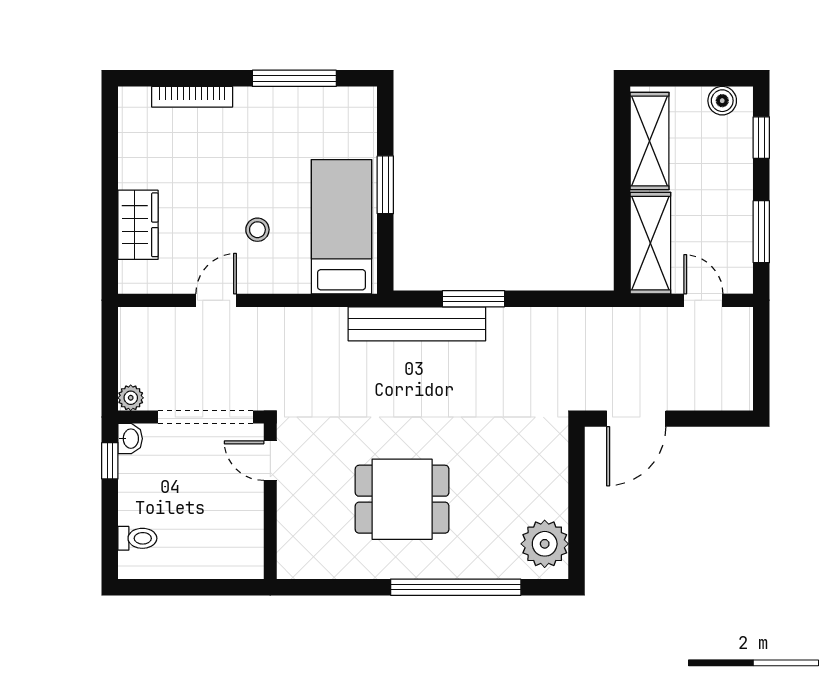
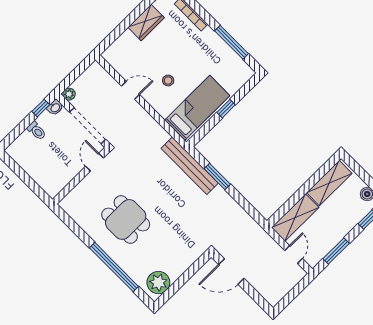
window: (385, 185) -> (226, 109), width x0.67
wardrobe: (138, 225) -> (146, 22), moved
toilet: (137, 538) -> (37, 131), moved

